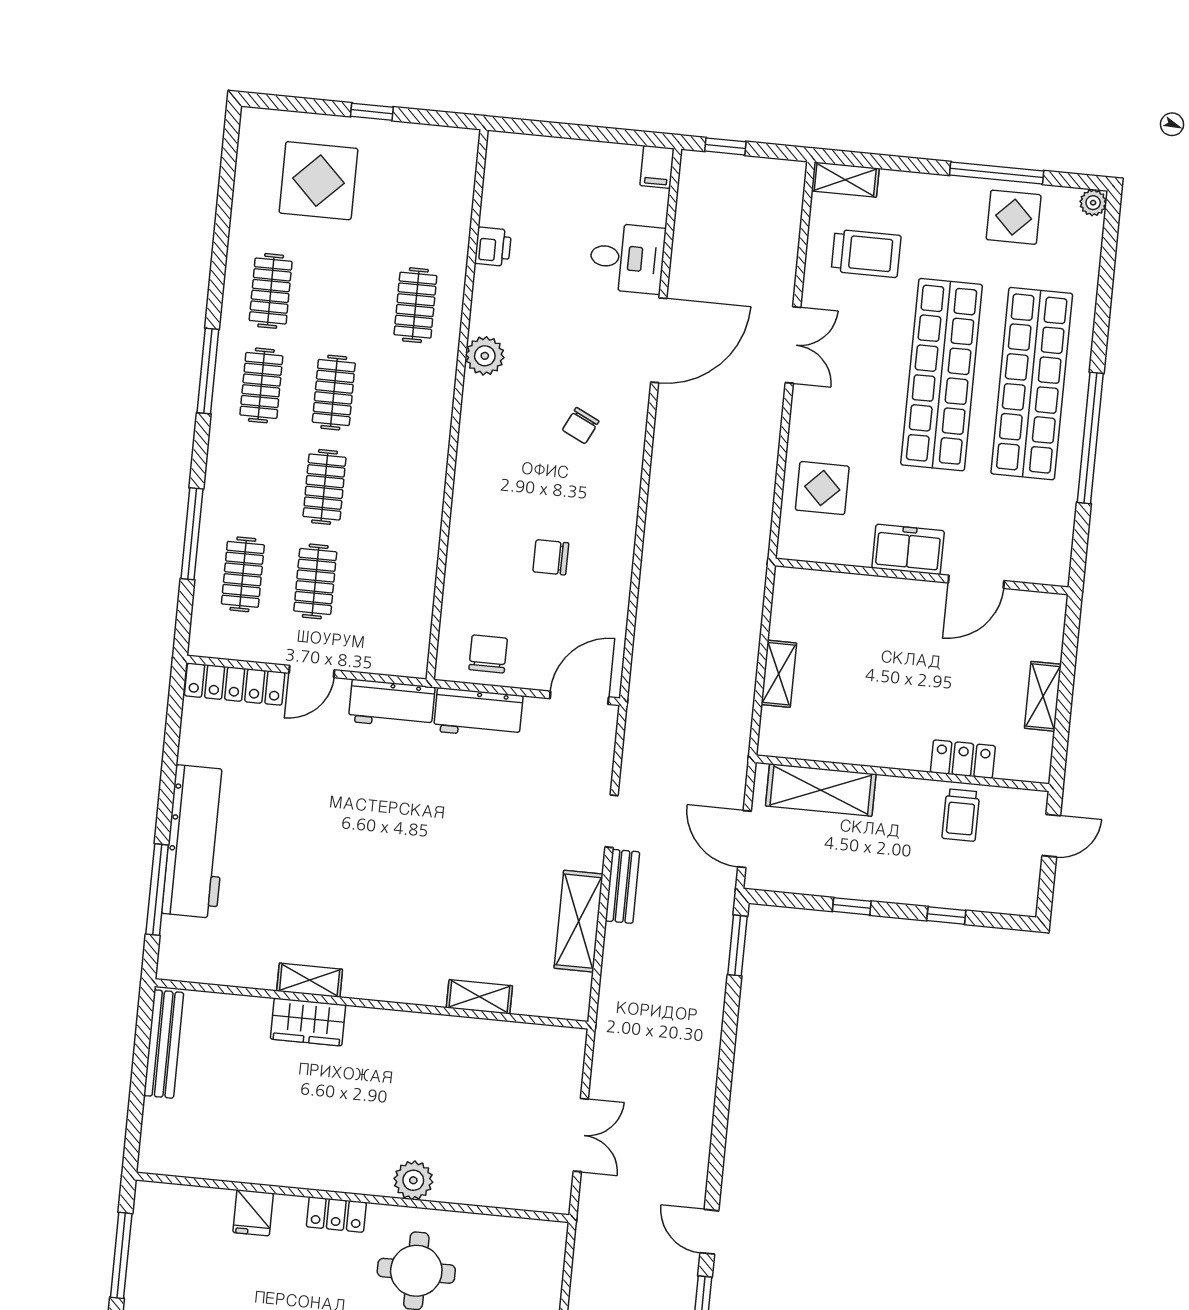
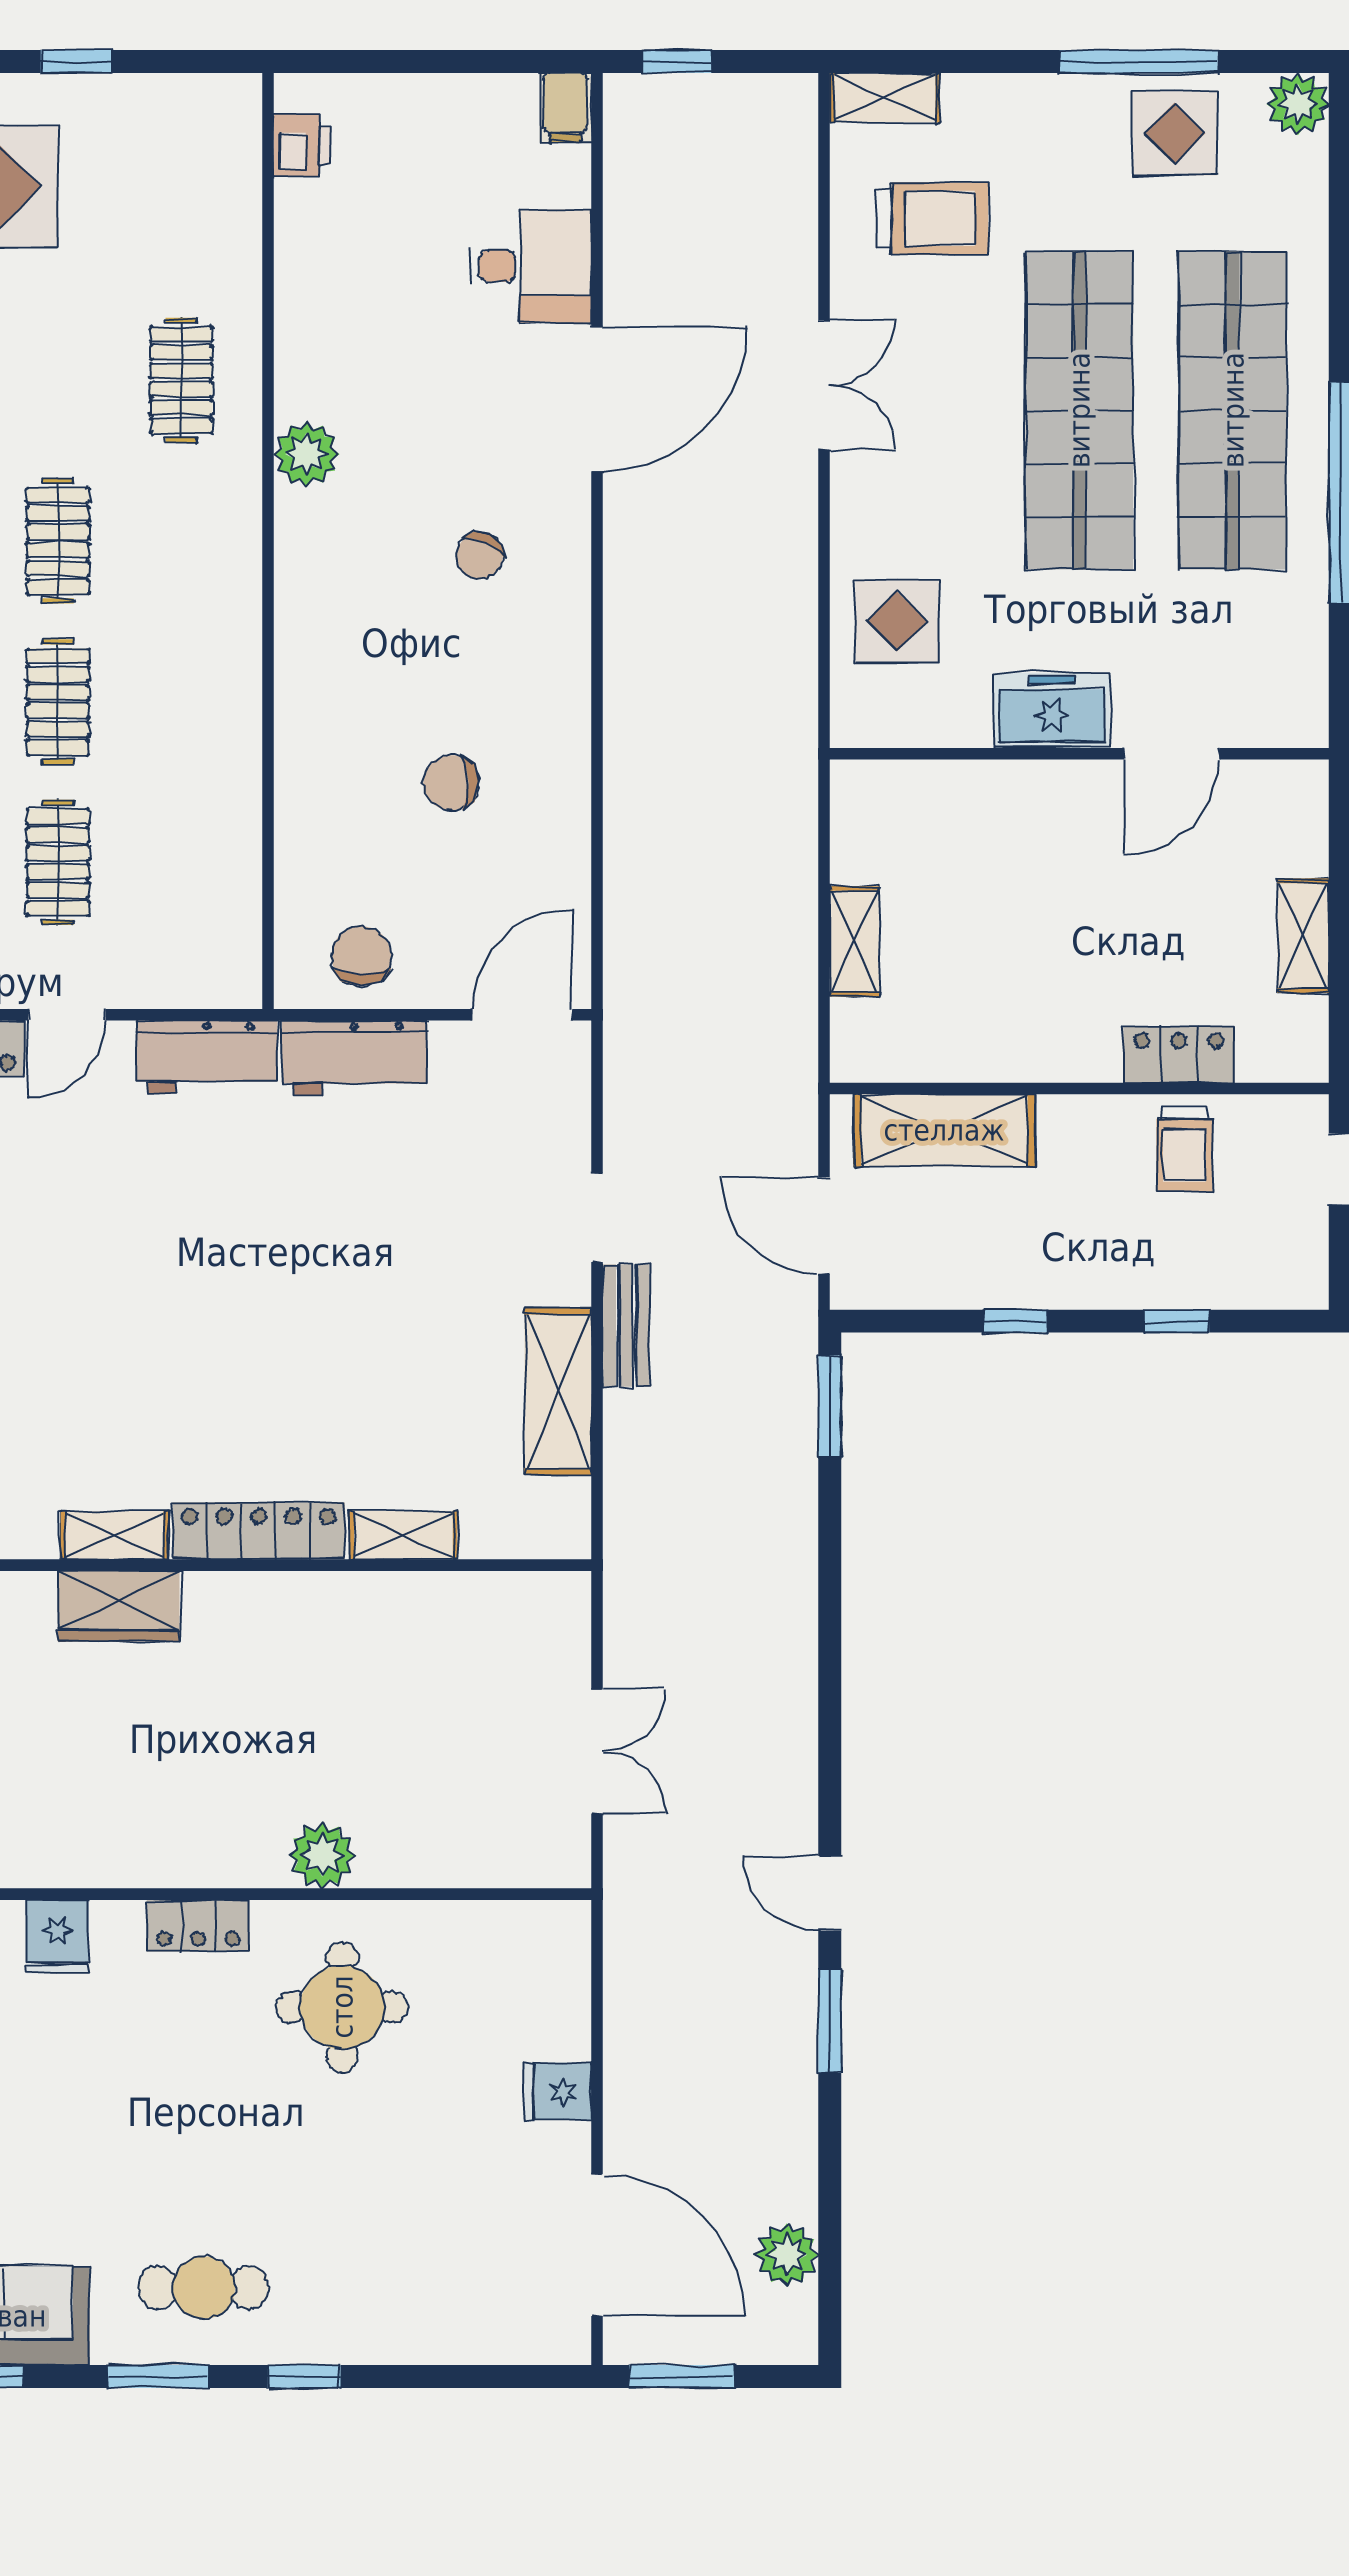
plant: (1093, 203) -> (1298, 104), width x1.38, depth x1.38
printer: (493, 247) -> (302, 145), moved
locker: (395, 986) -> (259, 1531), added

